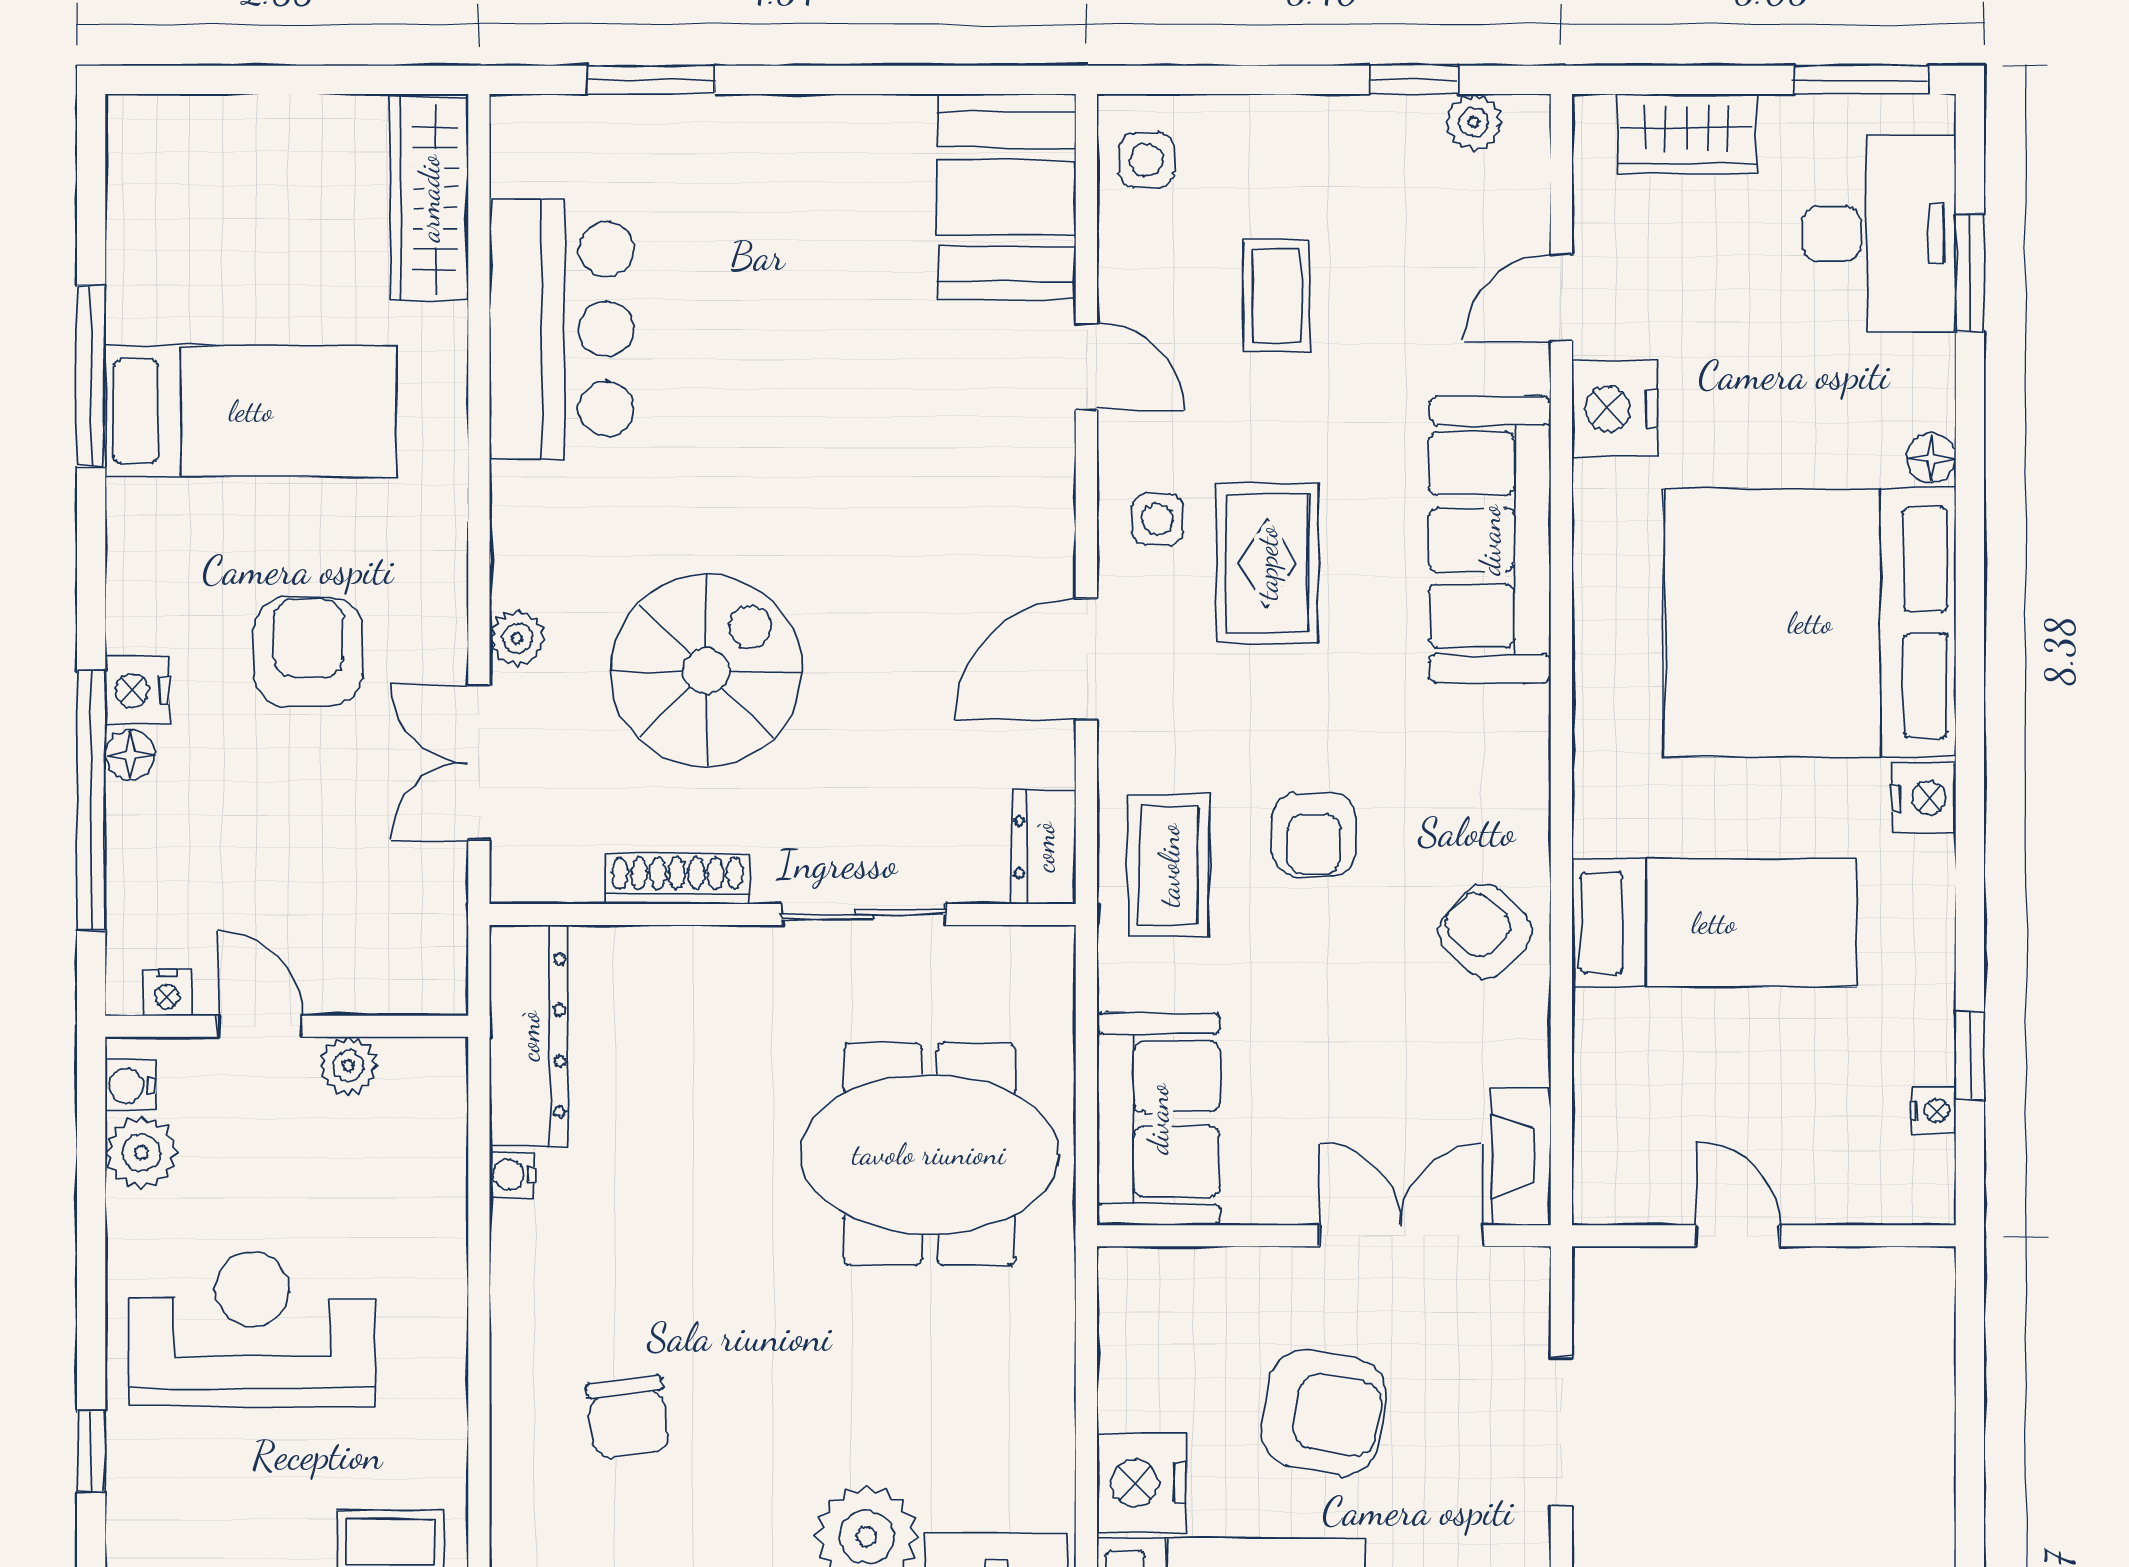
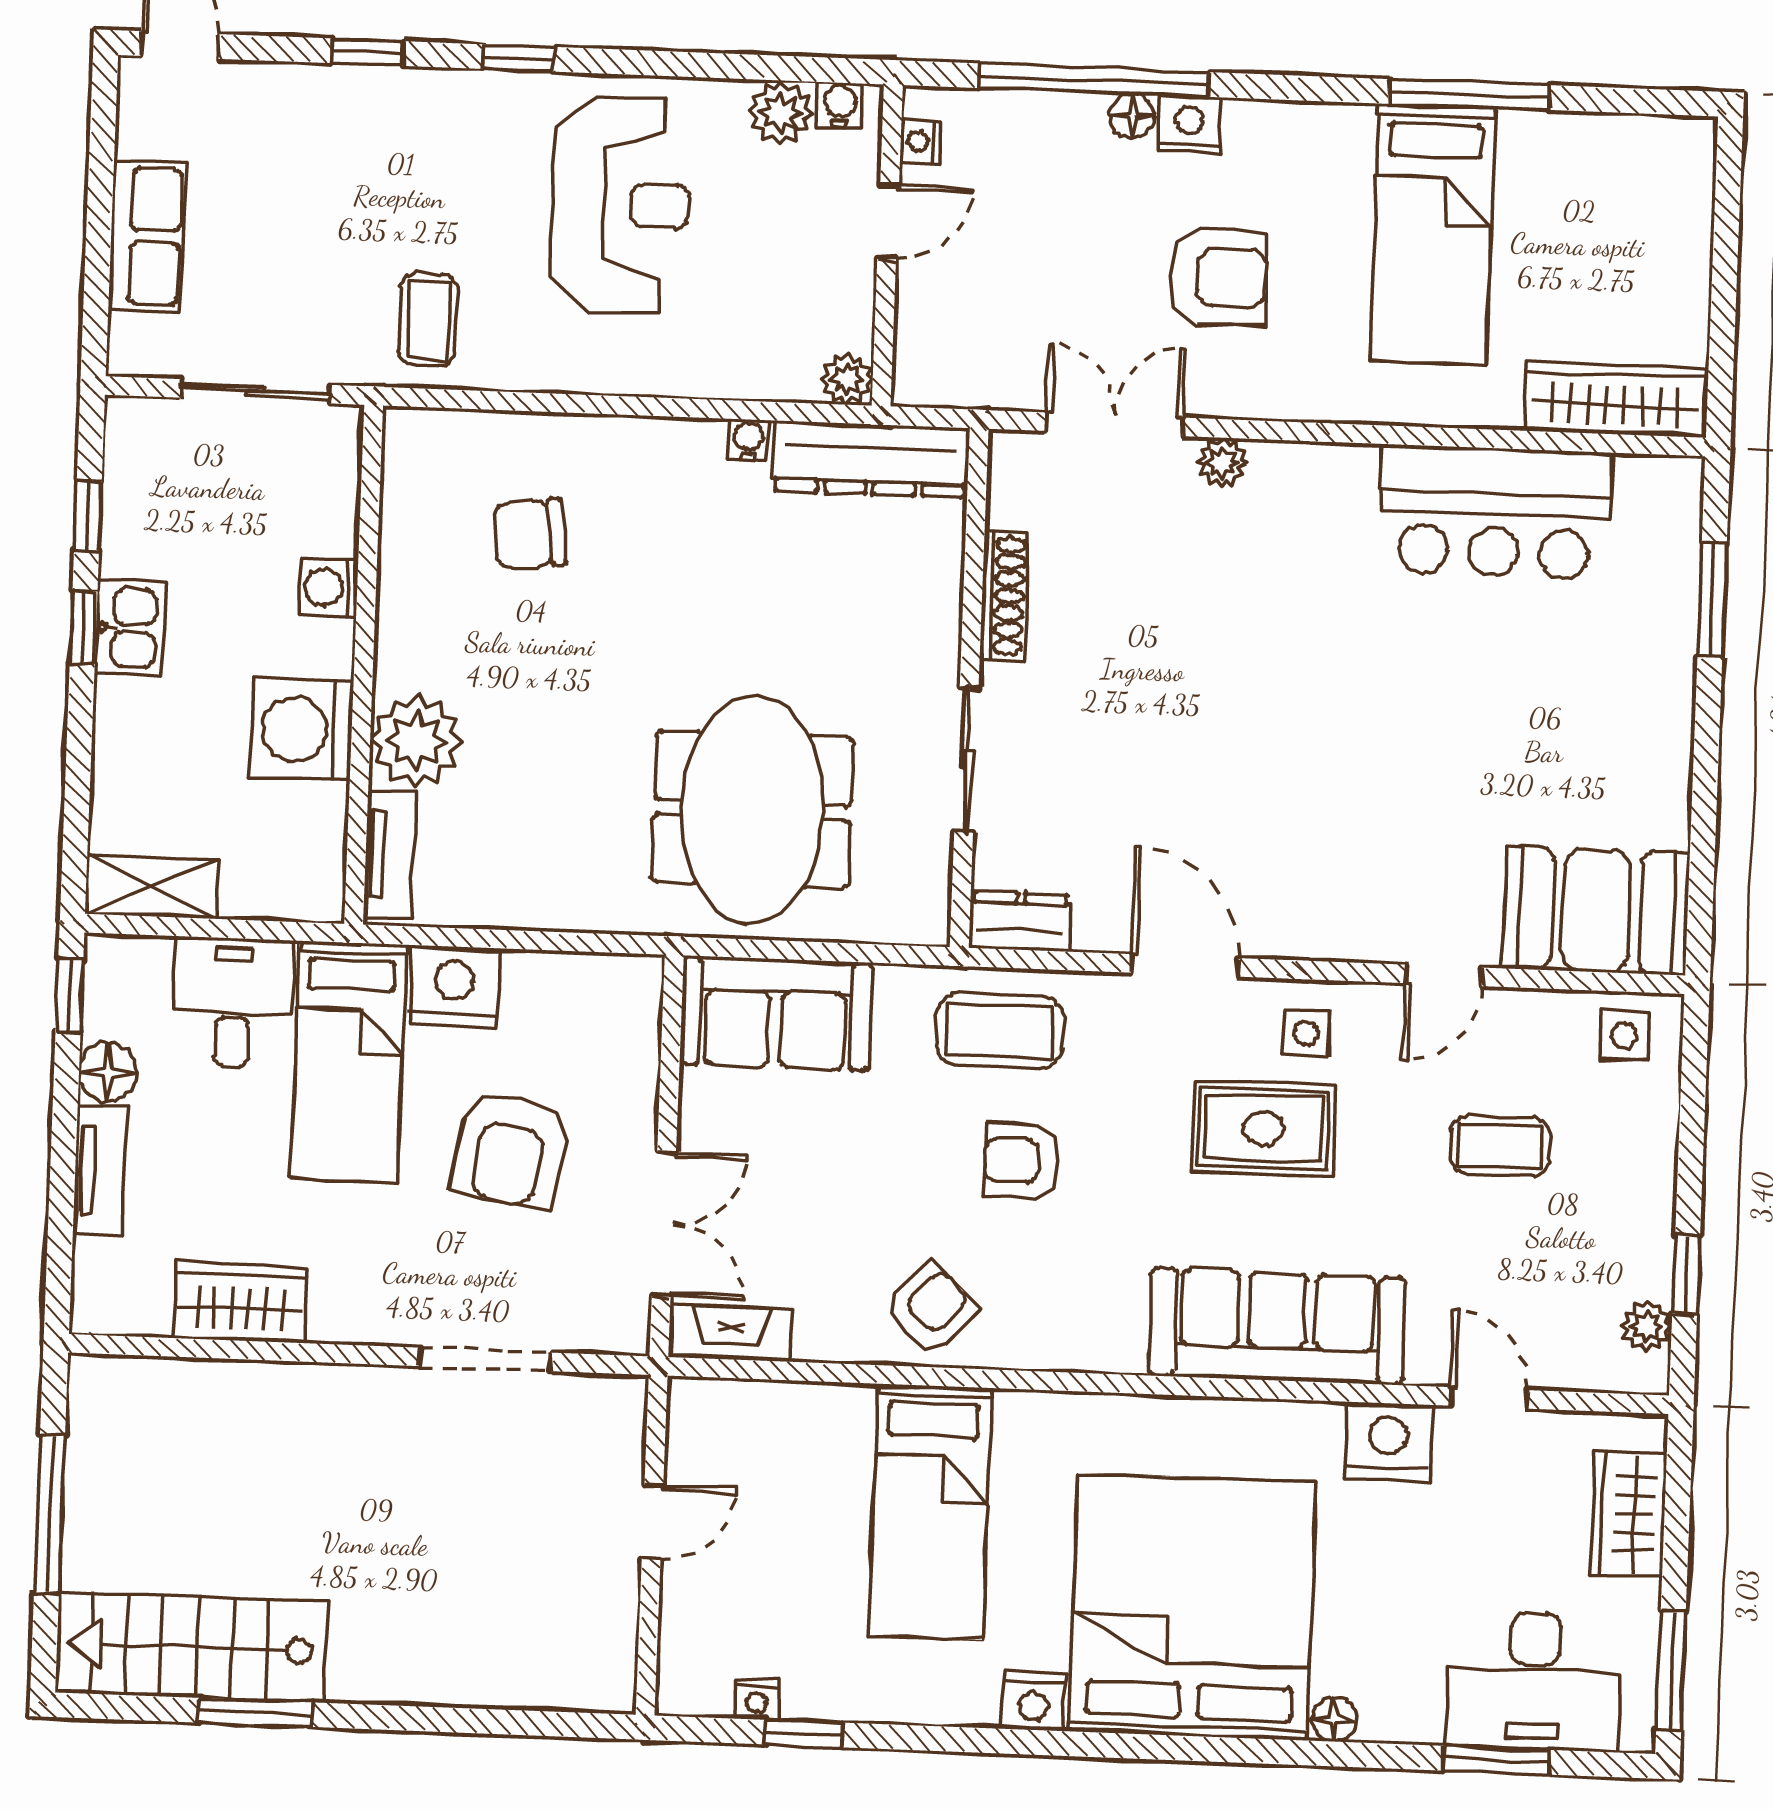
spiral stairs: (706, 671) -> (1187, 628), removed
plant: (348, 1066) -> (847, 379), moved

